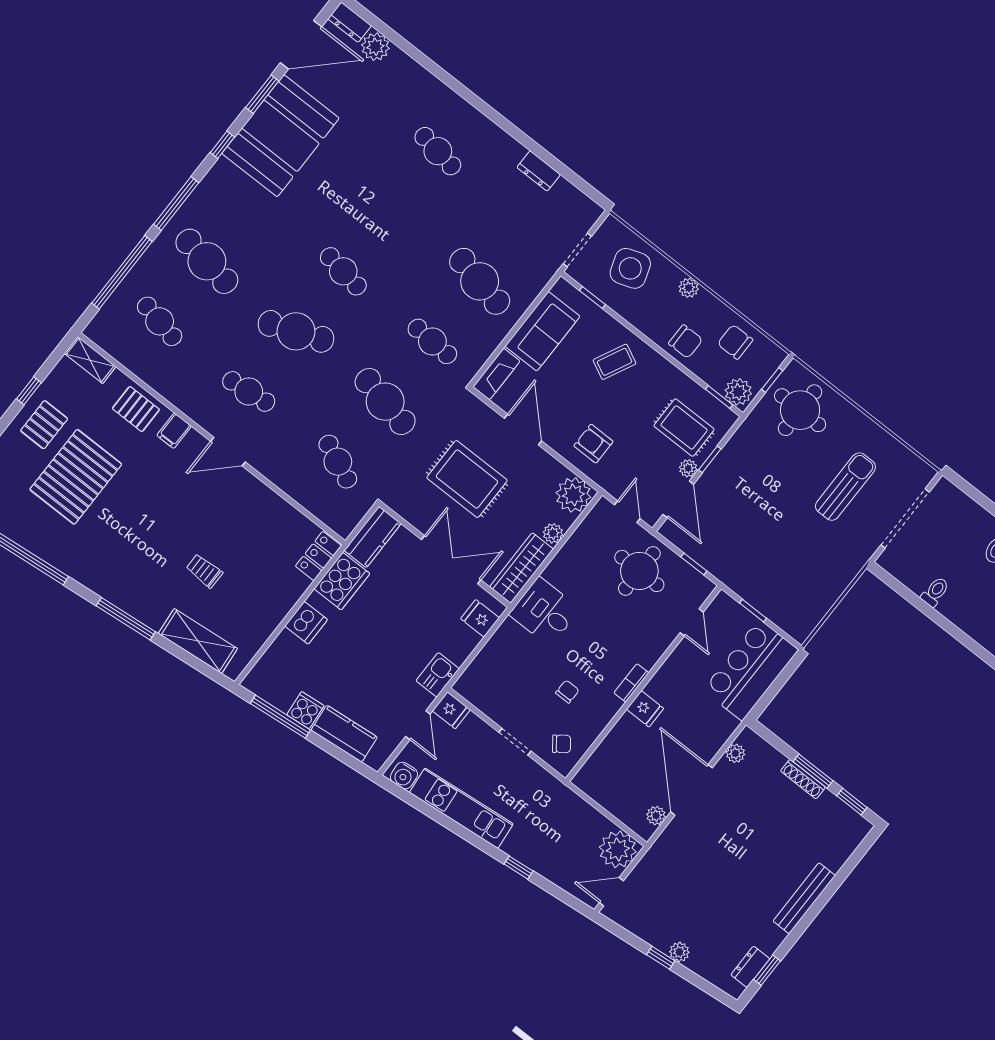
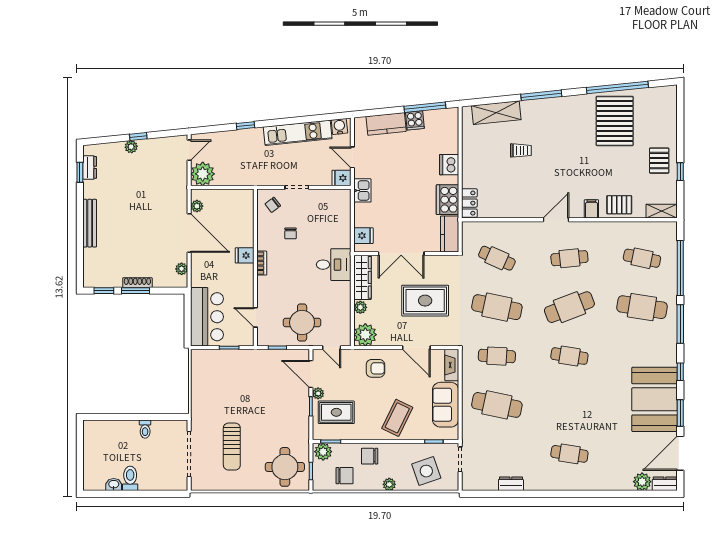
coffee table: (615, 362) -> (397, 418), width x1.36, depth x1.30
pallet: (76, 477) -> (615, 121), moved

